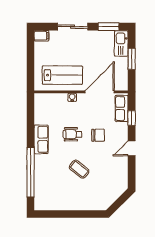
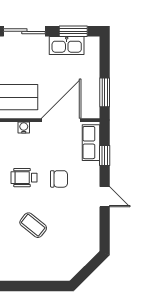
kitchen sink: (121, 44) -> (67, 45), moved, turned -90
window: (132, 59) -> (105, 92), moved
door: (132, 148) -> (105, 197), swing flipped

